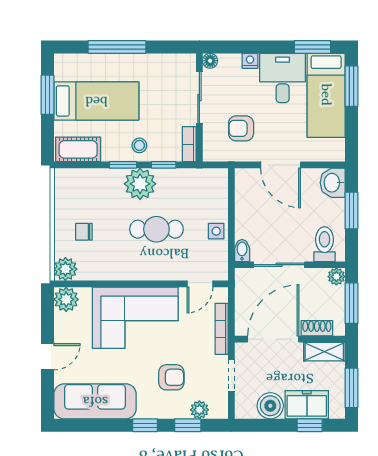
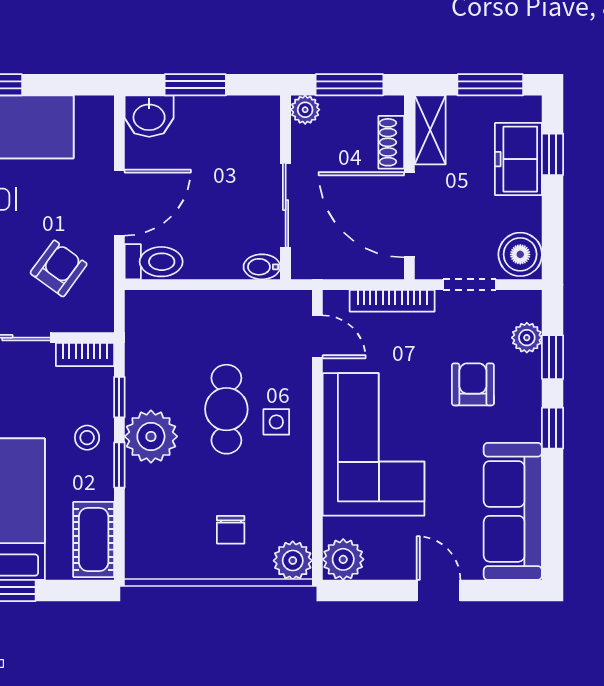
armchair: (241, 128) -> (59, 268), turned -144
side table: (216, 231) -> (276, 422), moved
toilet: (324, 244) -> (154, 262), moved, turned 180
boiler: (270, 406) -> (520, 254), moved

